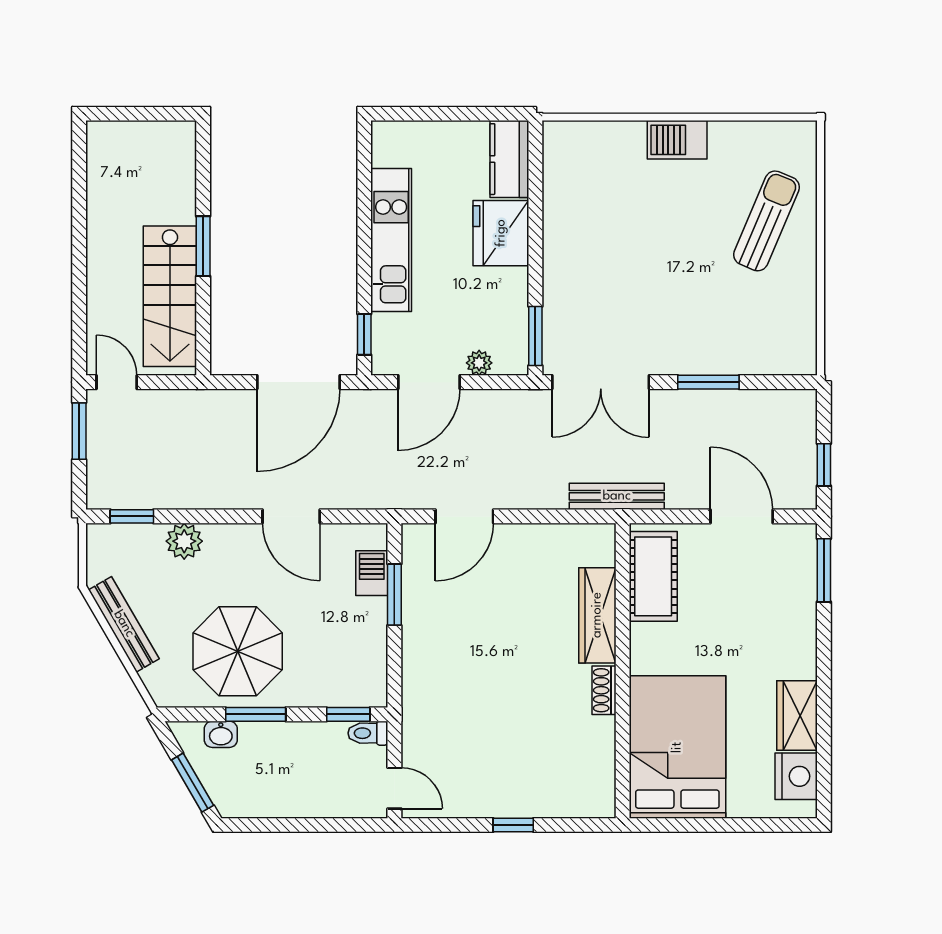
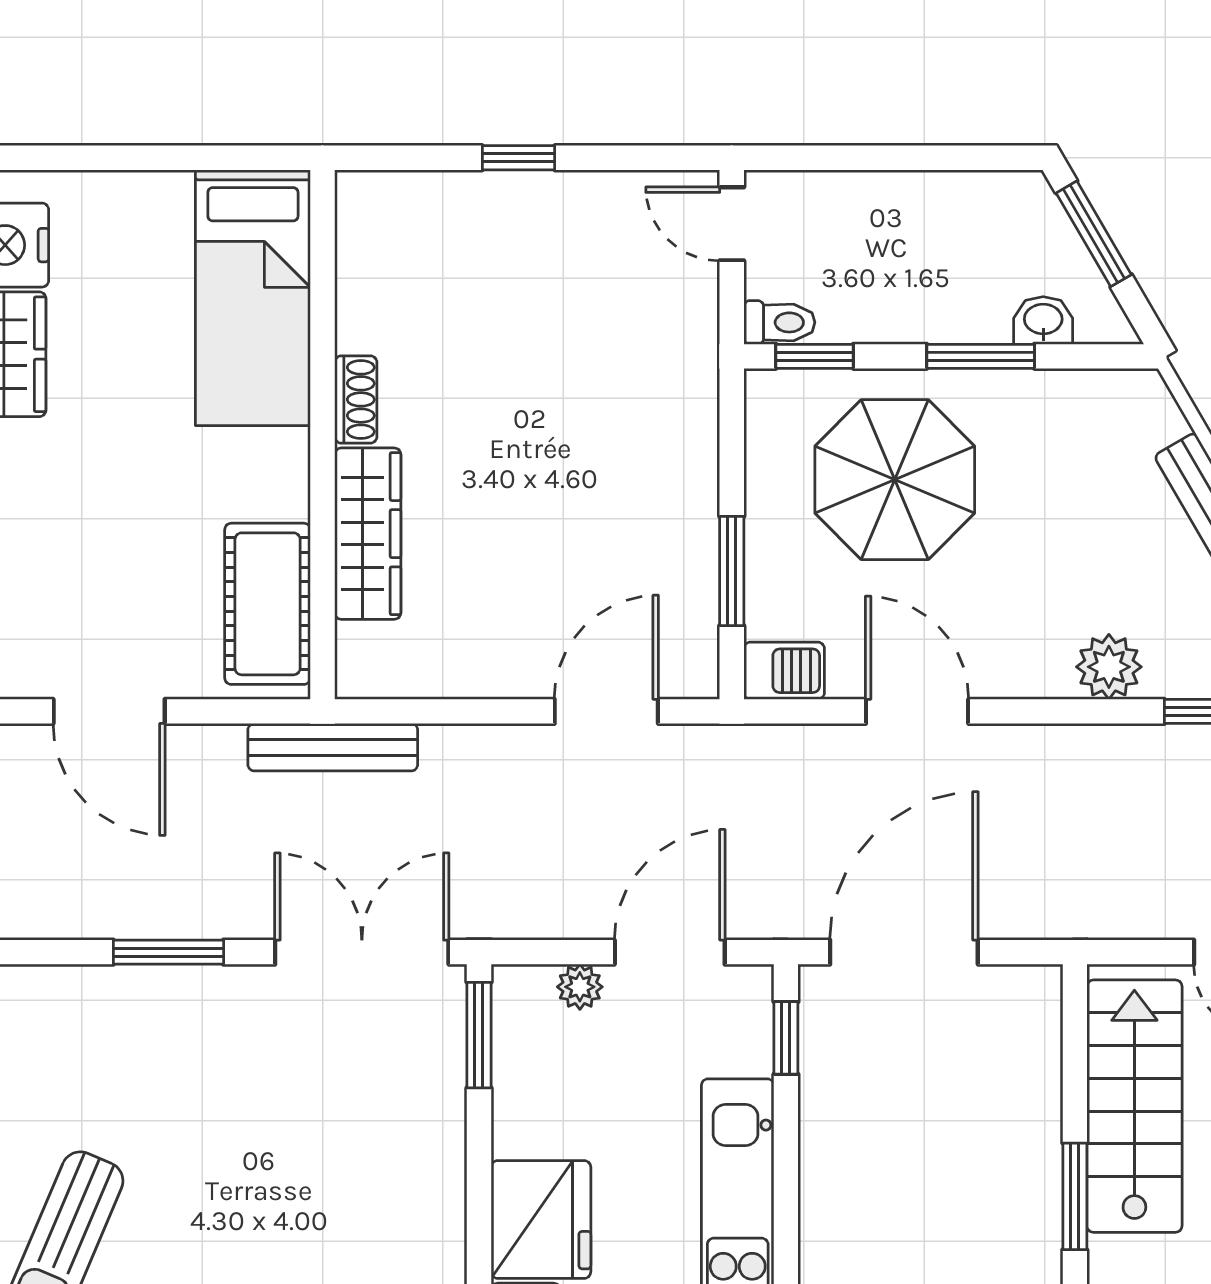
barbecue: (372, 573) -> (784, 671), moved, turned -90
parasol: (238, 651) -> (895, 480), moved
bed: (677, 747) -> (253, 298), width x0.67

